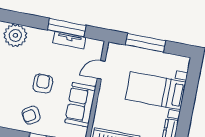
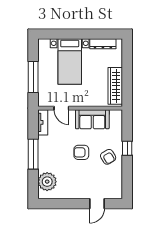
window: (67, 28) -> (33, 154), moved
tv unit: (69, 40) -> (43, 122), moved

